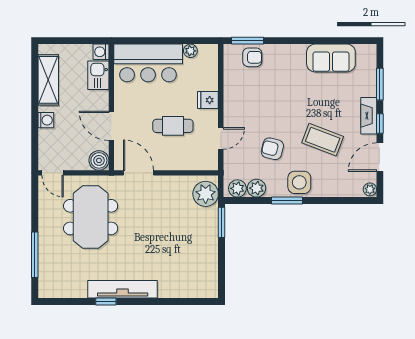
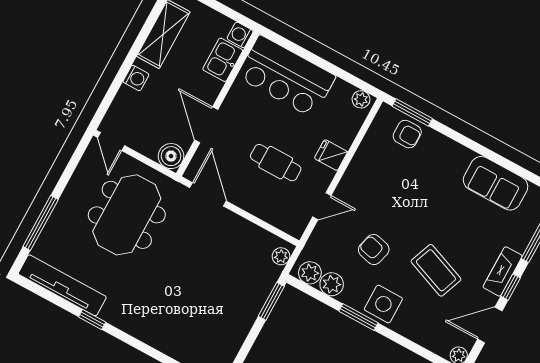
plant: (190, 51) -> (361, 99), moved
plant: (206, 194) -> (281, 256), width x0.53, depth x0.53
tv unit: (123, 289) -> (62, 285), moved

